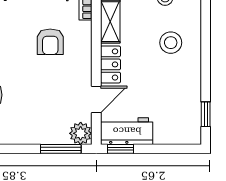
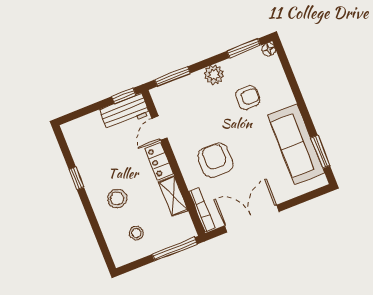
armchair: (50, 42) -> (216, 160), width x1.38, depth x1.38
window: (206, 114) -> (76, 178), moved
plant: (81, 133) -> (214, 75), moved

